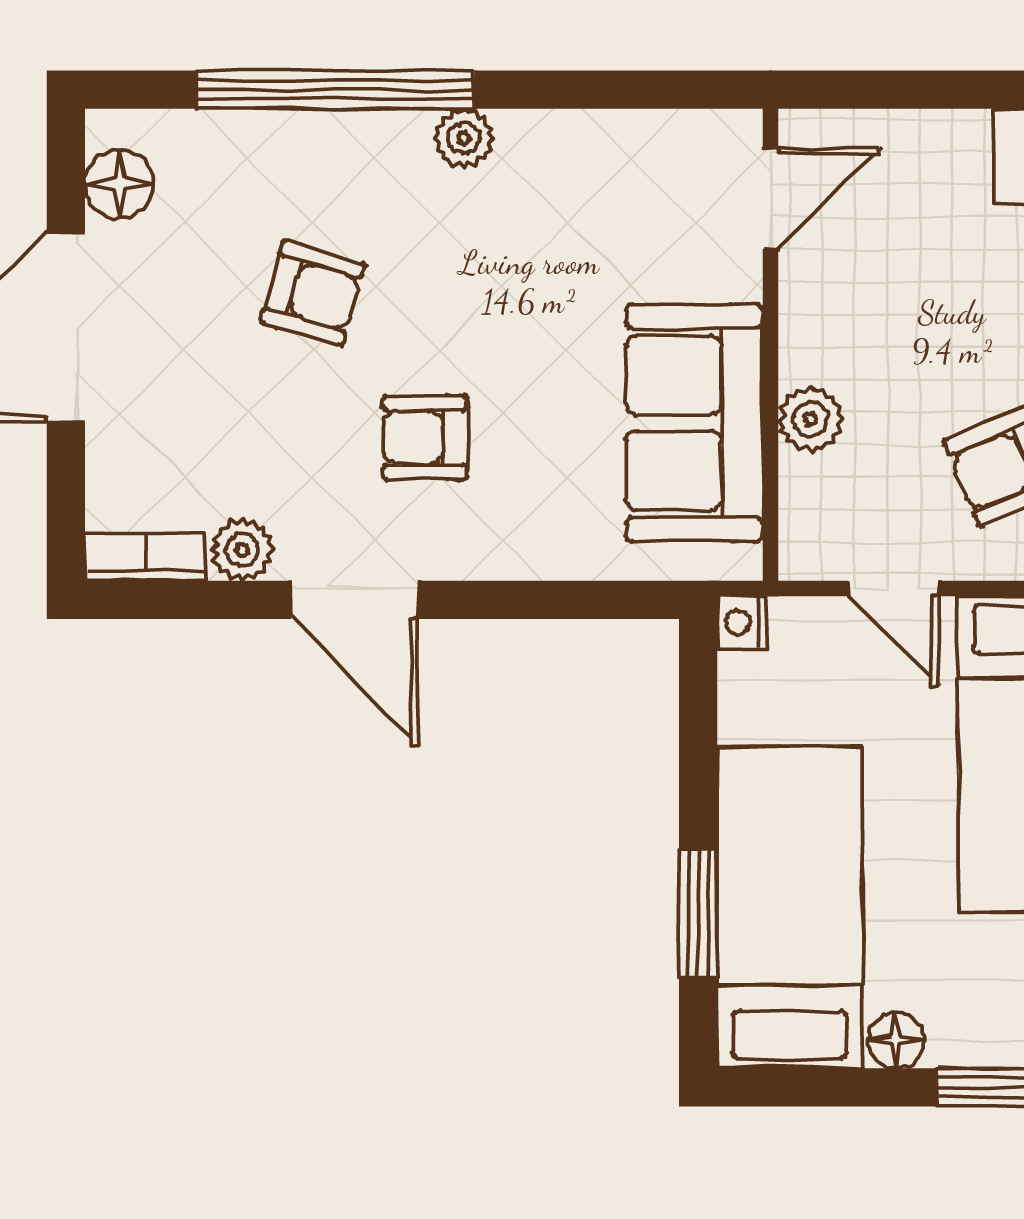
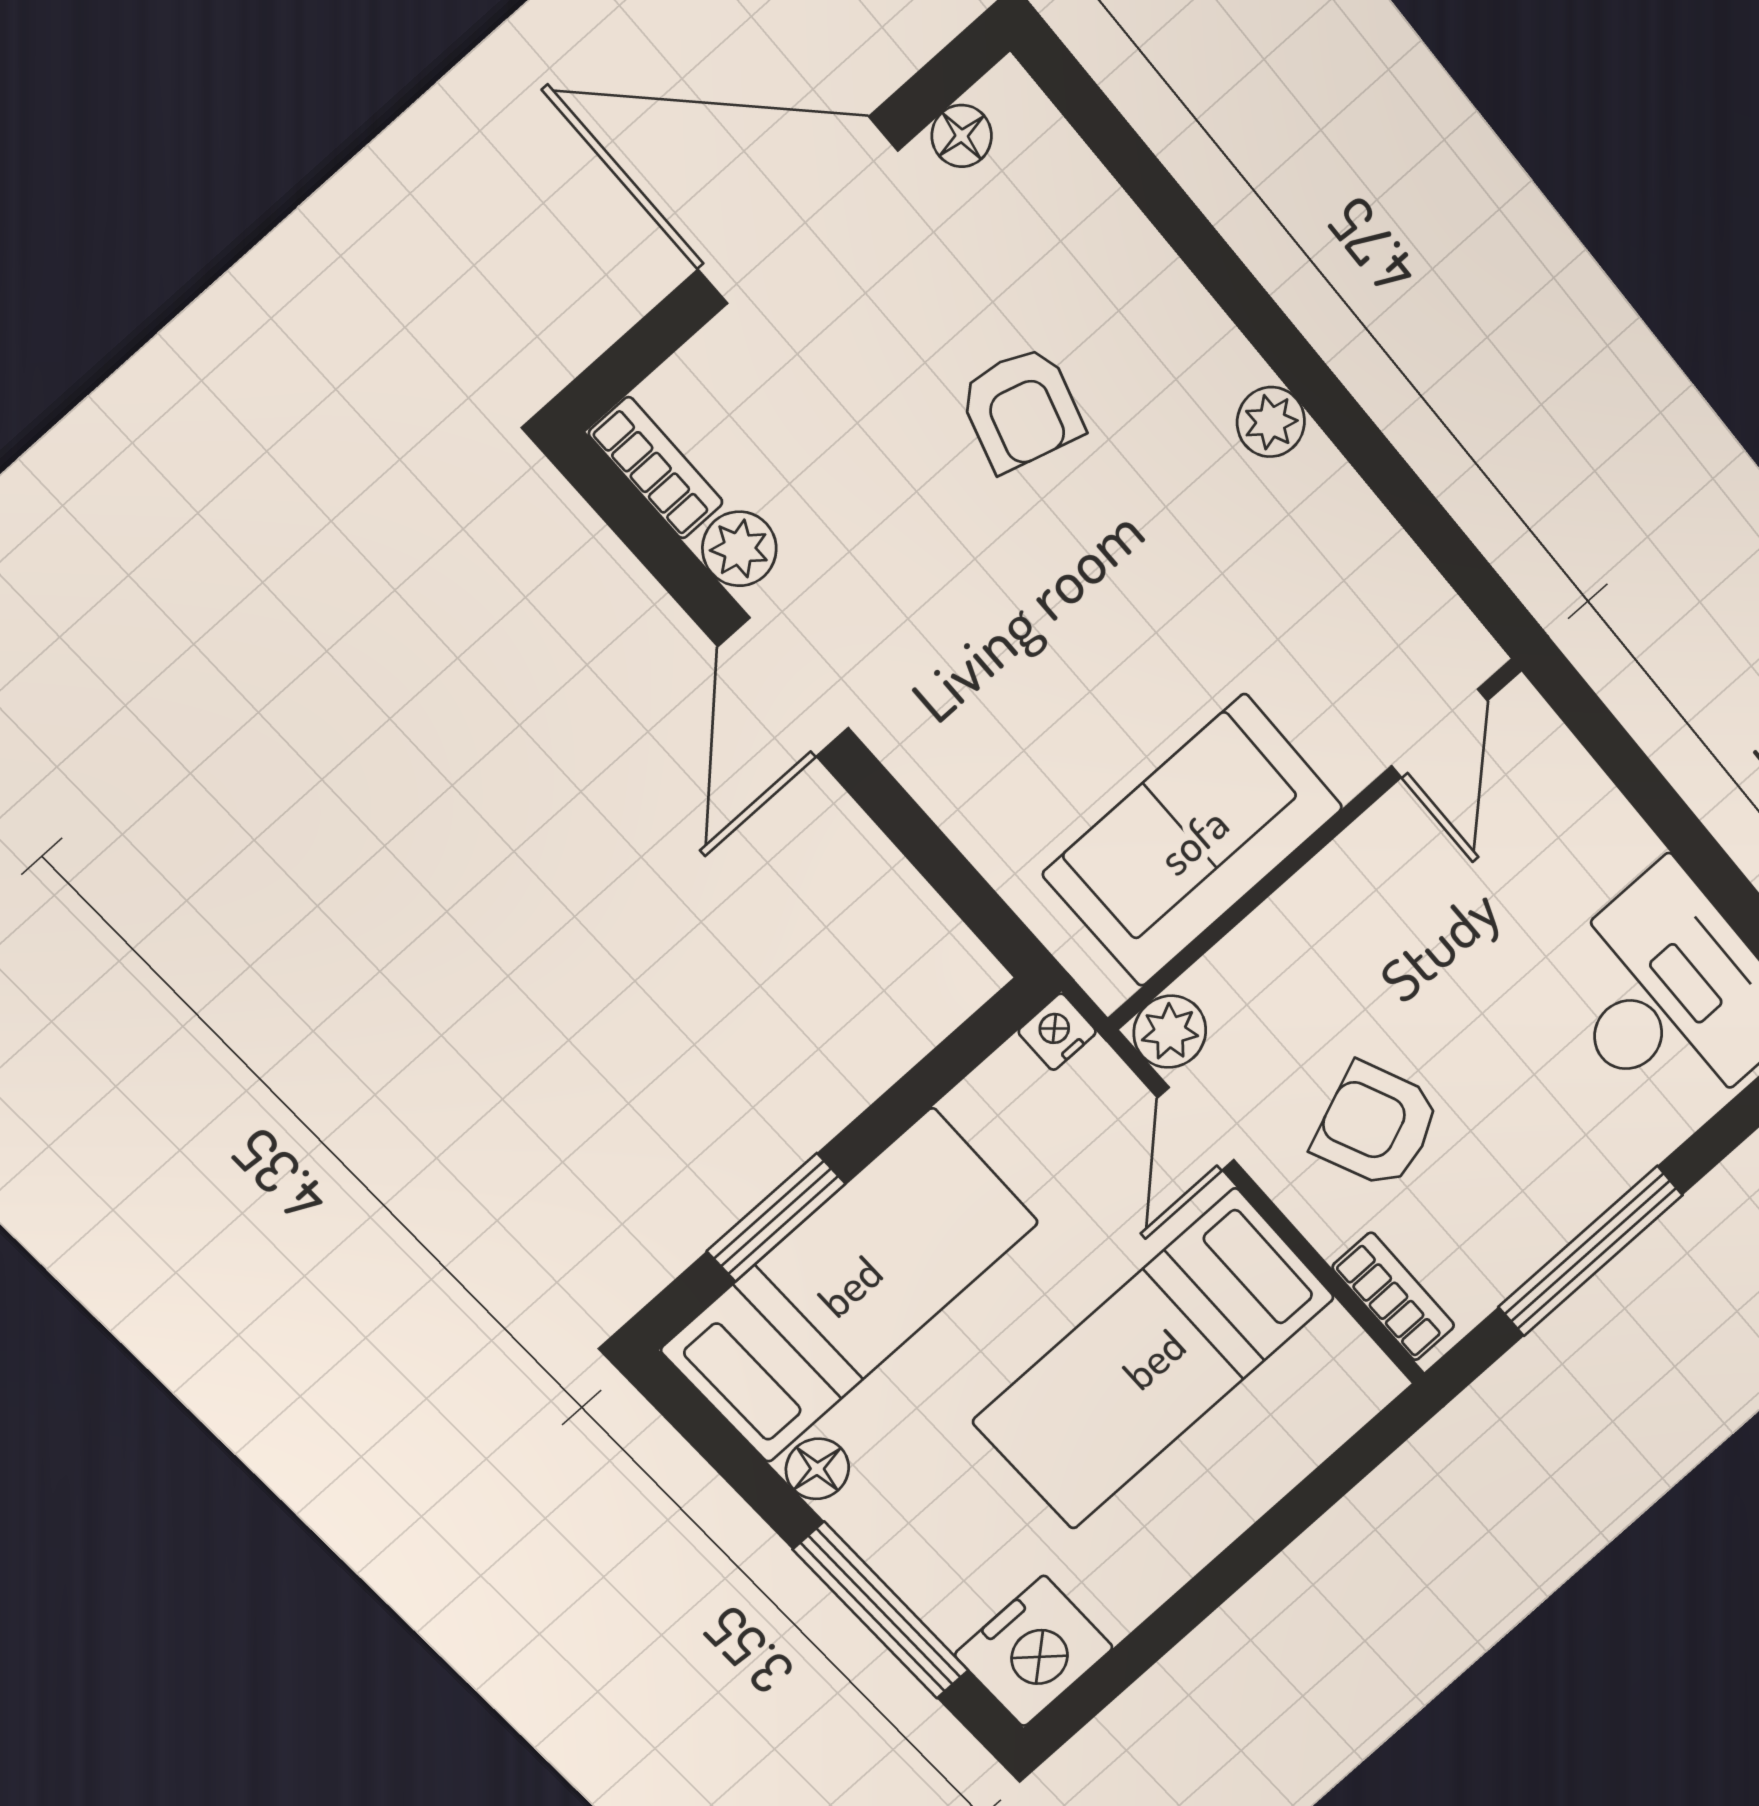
window: (335, 90) -> (1218, 268), removed
floor lamp: (119, 184) -> (962, 136), width x0.73, depth x0.73
door: (770, 198) -> (1440, 733), hinge flipped
plant: (810, 419) -> (1170, 1032), moved
armchair: (425, 438) -> (980, 622), removed

